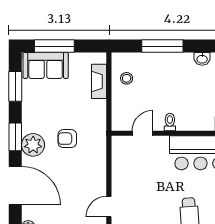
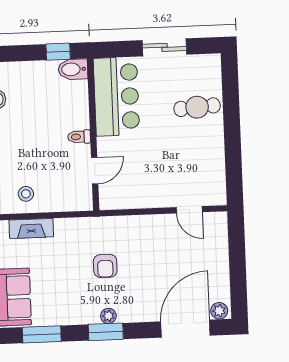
door: (143, 133) -> (95, 171), swing flipped
plant: (33, 145) -> (108, 316), width x0.53, depth x0.53
door: (15, 186) -> (185, 329), moved

